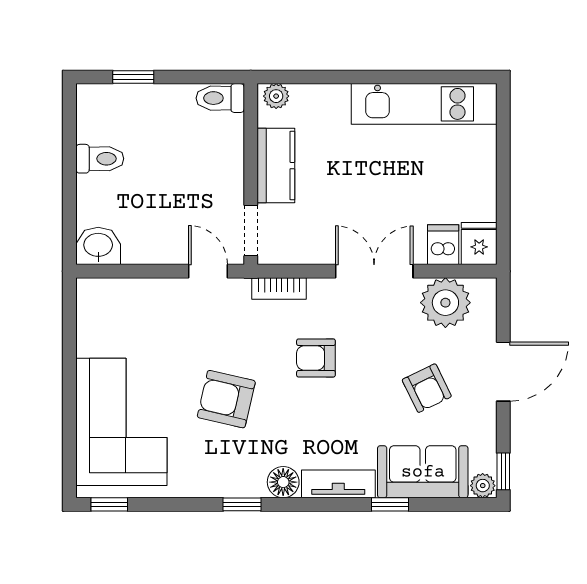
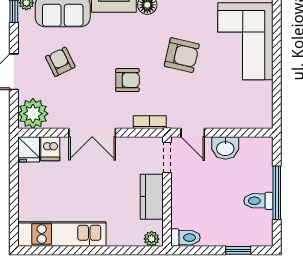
window: (69, 172) -> (277, 193), added
washbasin: (98, 246) -> (225, 148), moved
plant: (445, 303) -> (33, 114), moved

